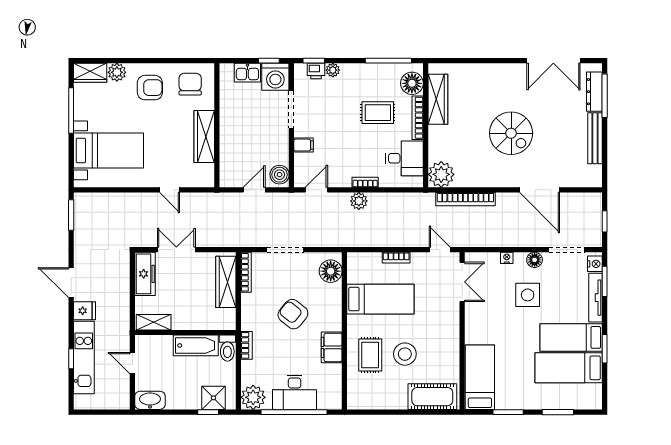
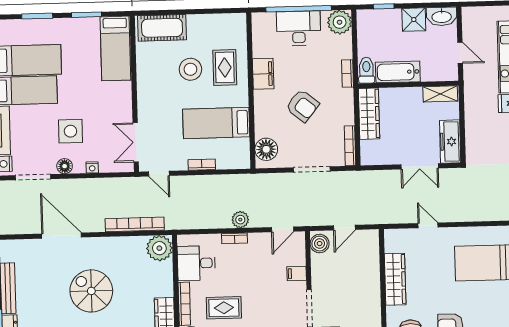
wardrobe: (226, 282) -> (369, 114), moved
shower: (213, 398) -> (414, 20), moved

